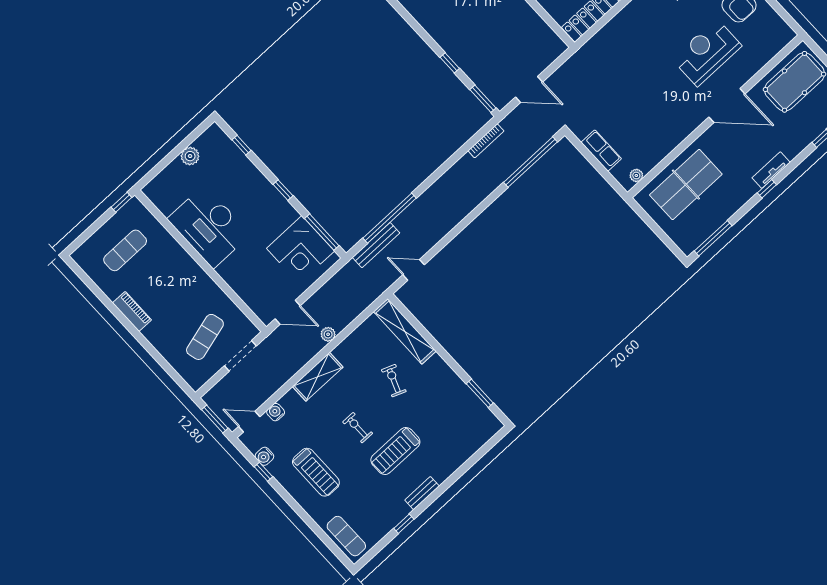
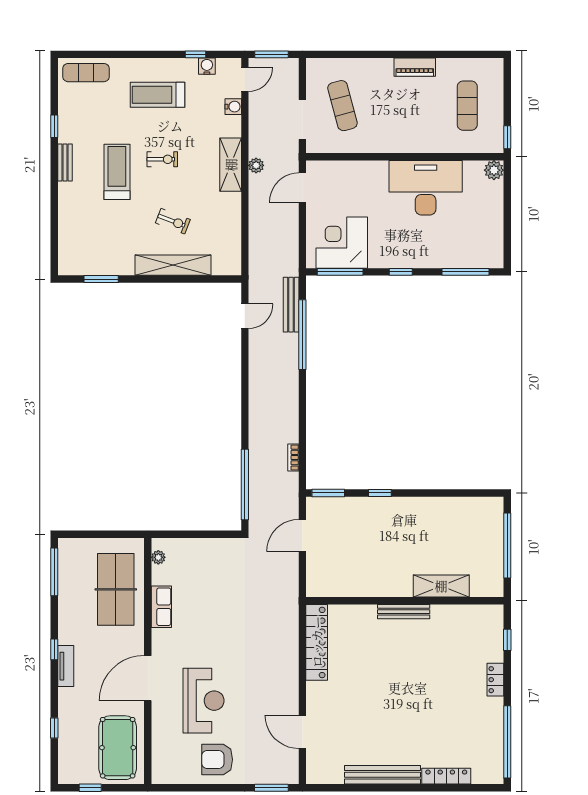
bookcase: (486, 141) -> (293, 458), width x0.64
window: (242, 145) -> (465, 272), width x2.17
row of seats: (601, 151) -> (161, 607), moved, turned -90
plant: (190, 156) -> (494, 170), moved
shelving: (405, 331) -> (173, 265), moved
plant: (328, 334) -> (256, 165), moved

